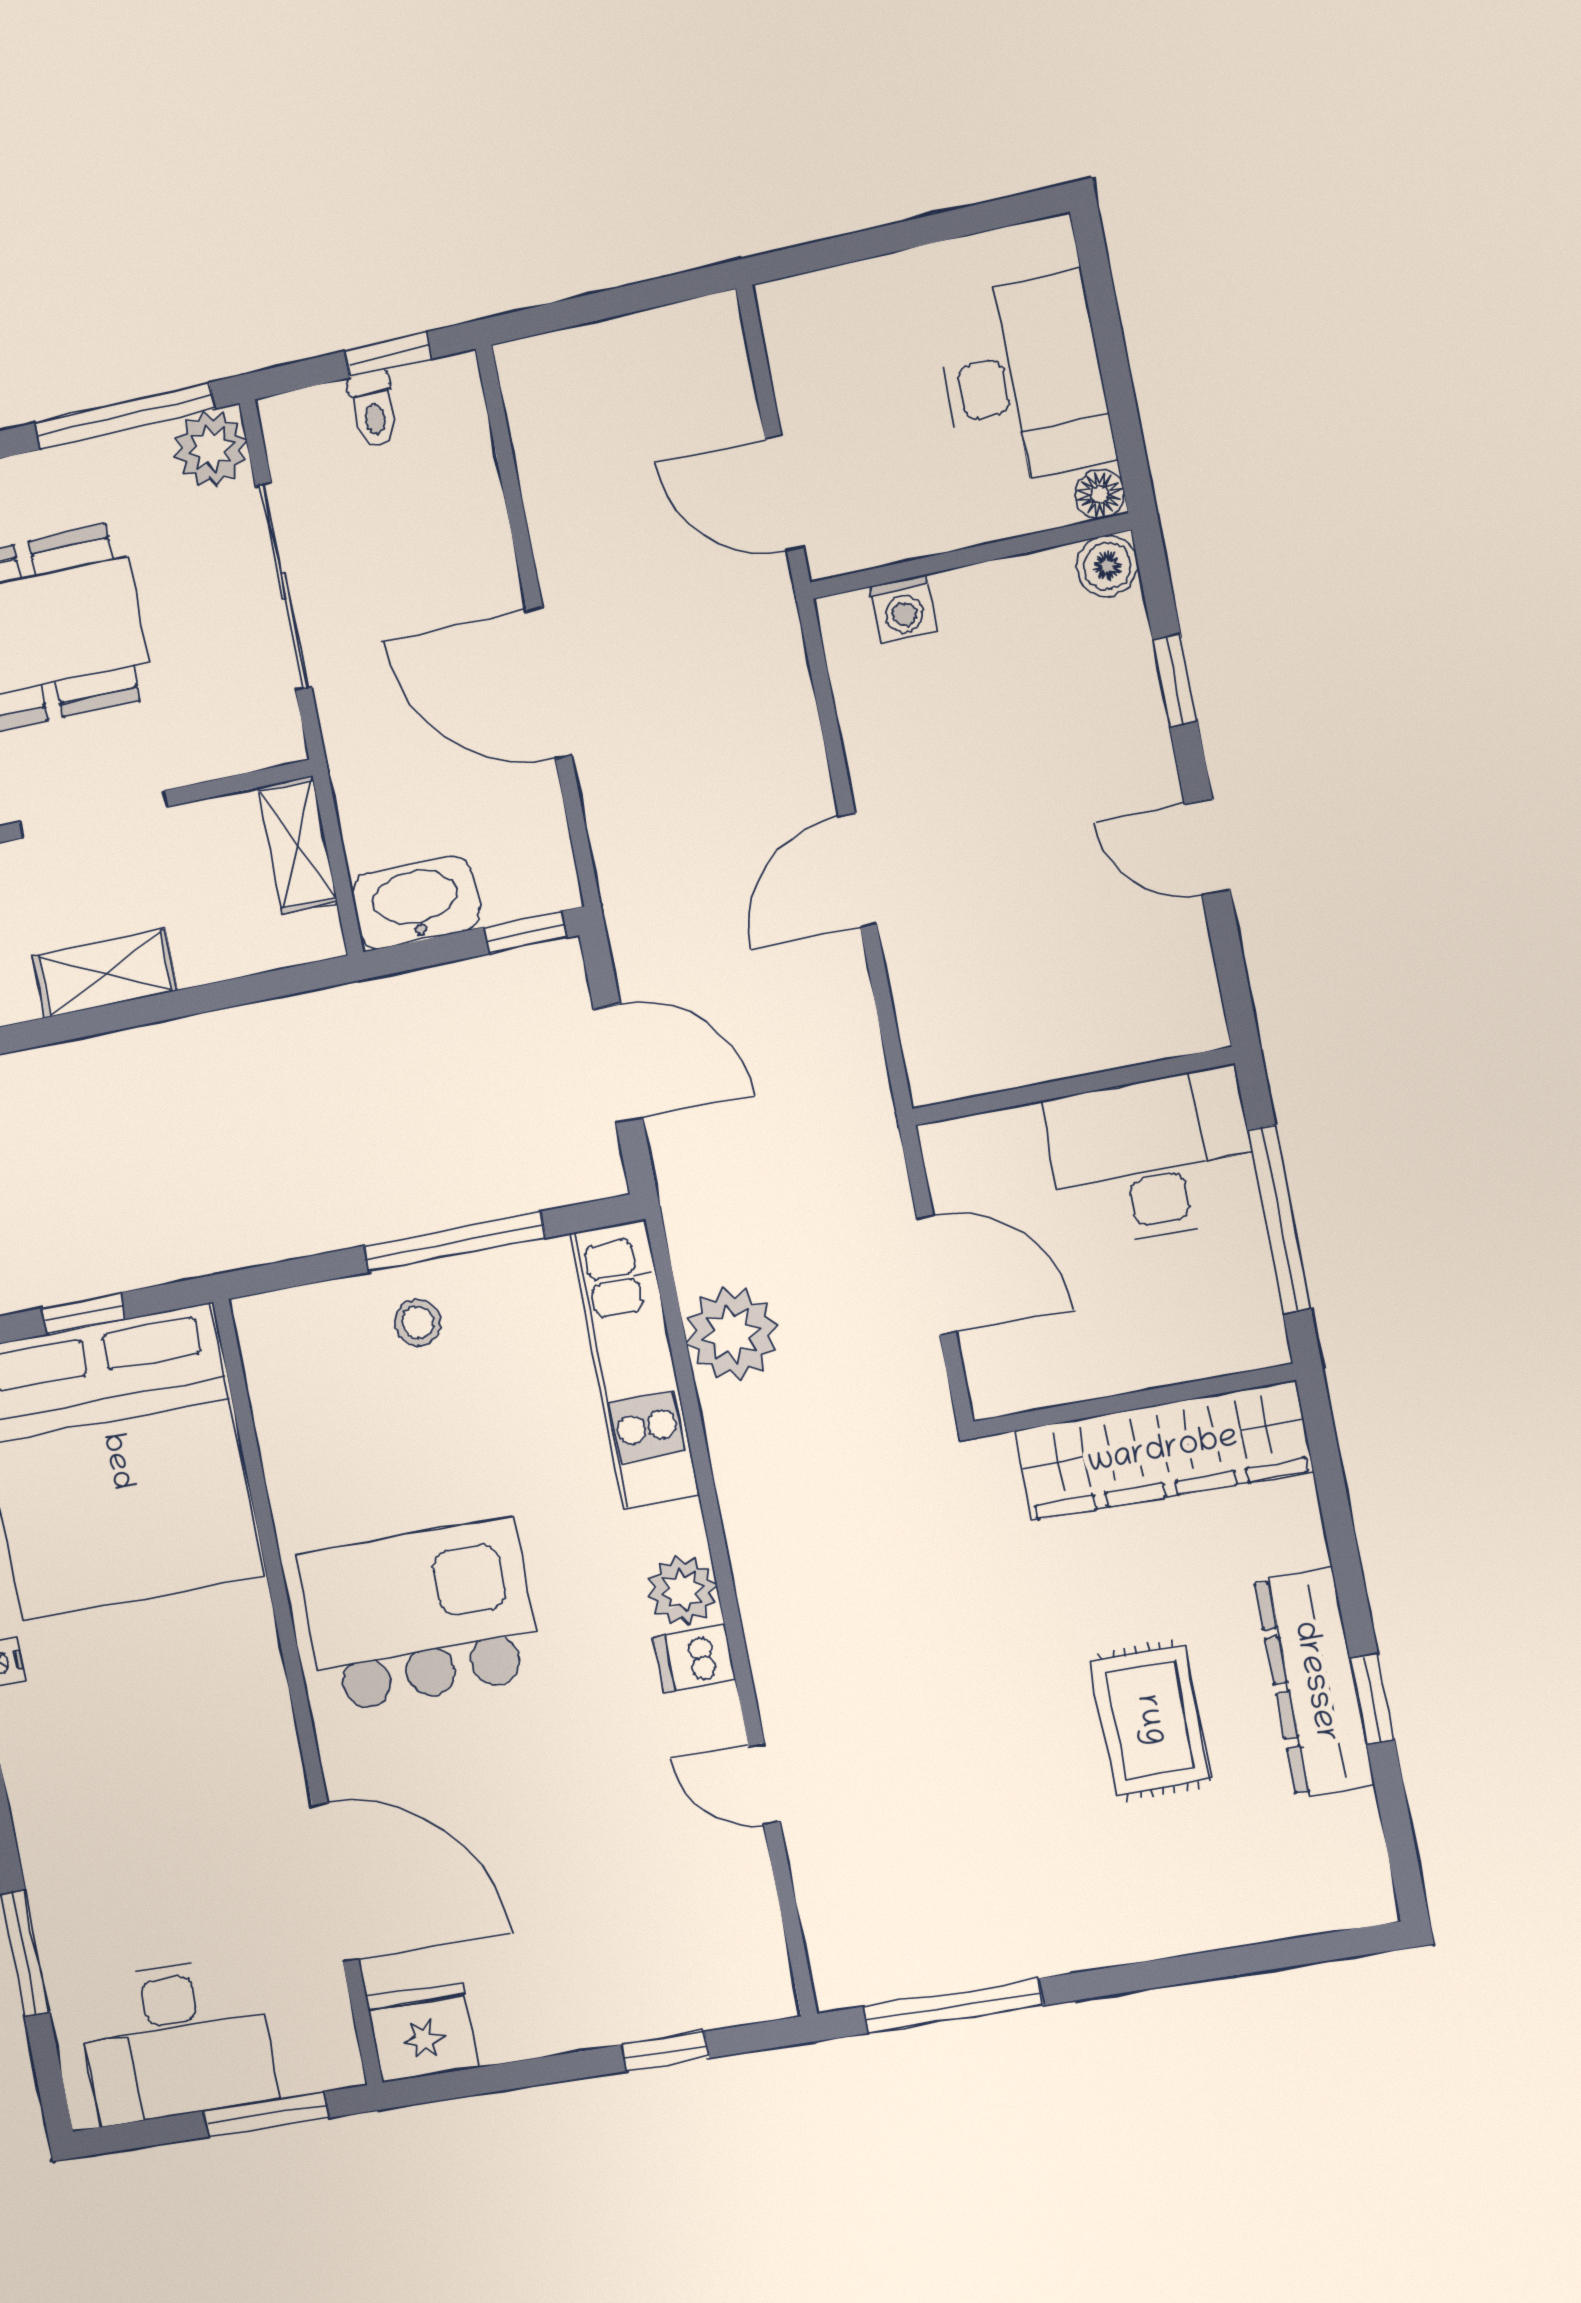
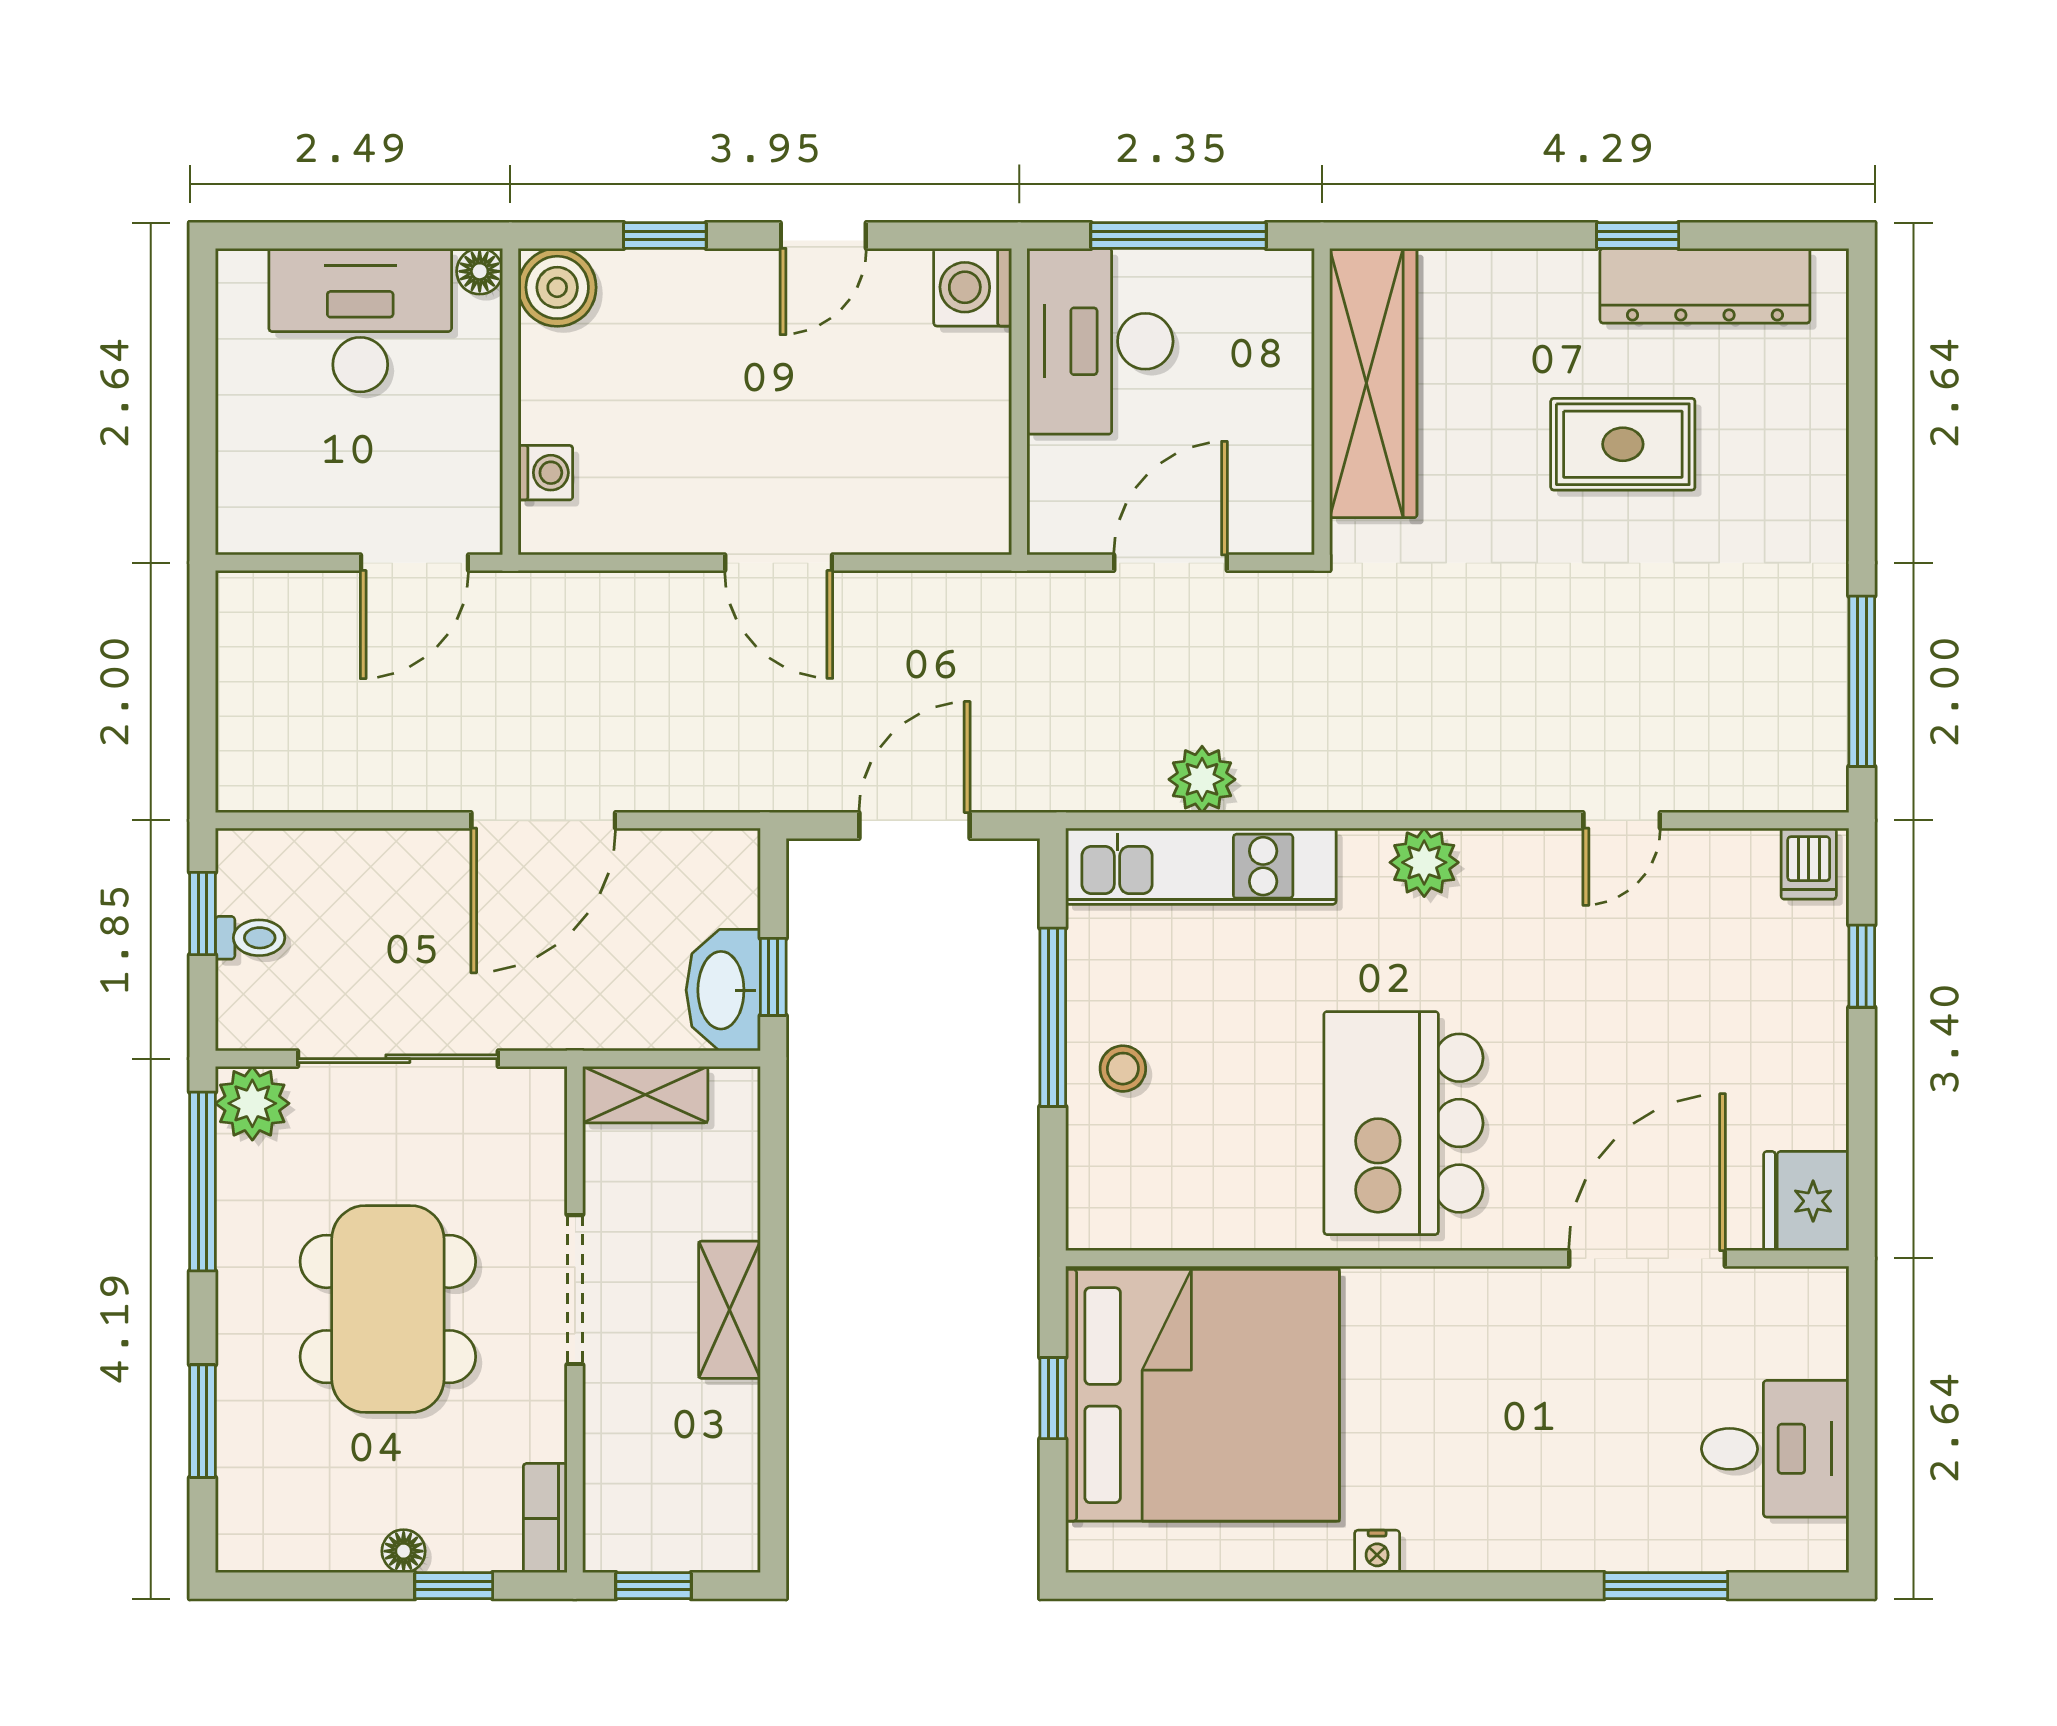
boiler: (1107, 566) -> (557, 287), width x1.36, depth x1.36
window: (526, 932) -> (773, 977), moved
washing machine: (1183, 1014) -> (973, 287), added
plant: (732, 1334) -> (1202, 779), width x0.73, depth x0.73
dishwasher: (695, 1659) -> (1809, 864), moved
dresser: (1314, 1682) -> (1705, 286), moved
desk: (177, 2040) -> (1775, 1449), width x0.73
window: (267, 2114) -> (1862, 1372), removed

